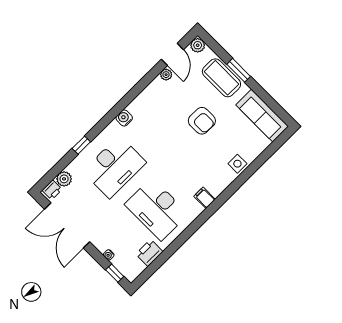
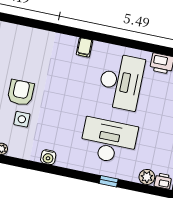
water cooler: (124, 118) -> (48, 157), moved
side table: (237, 164) -> (22, 119), moved

